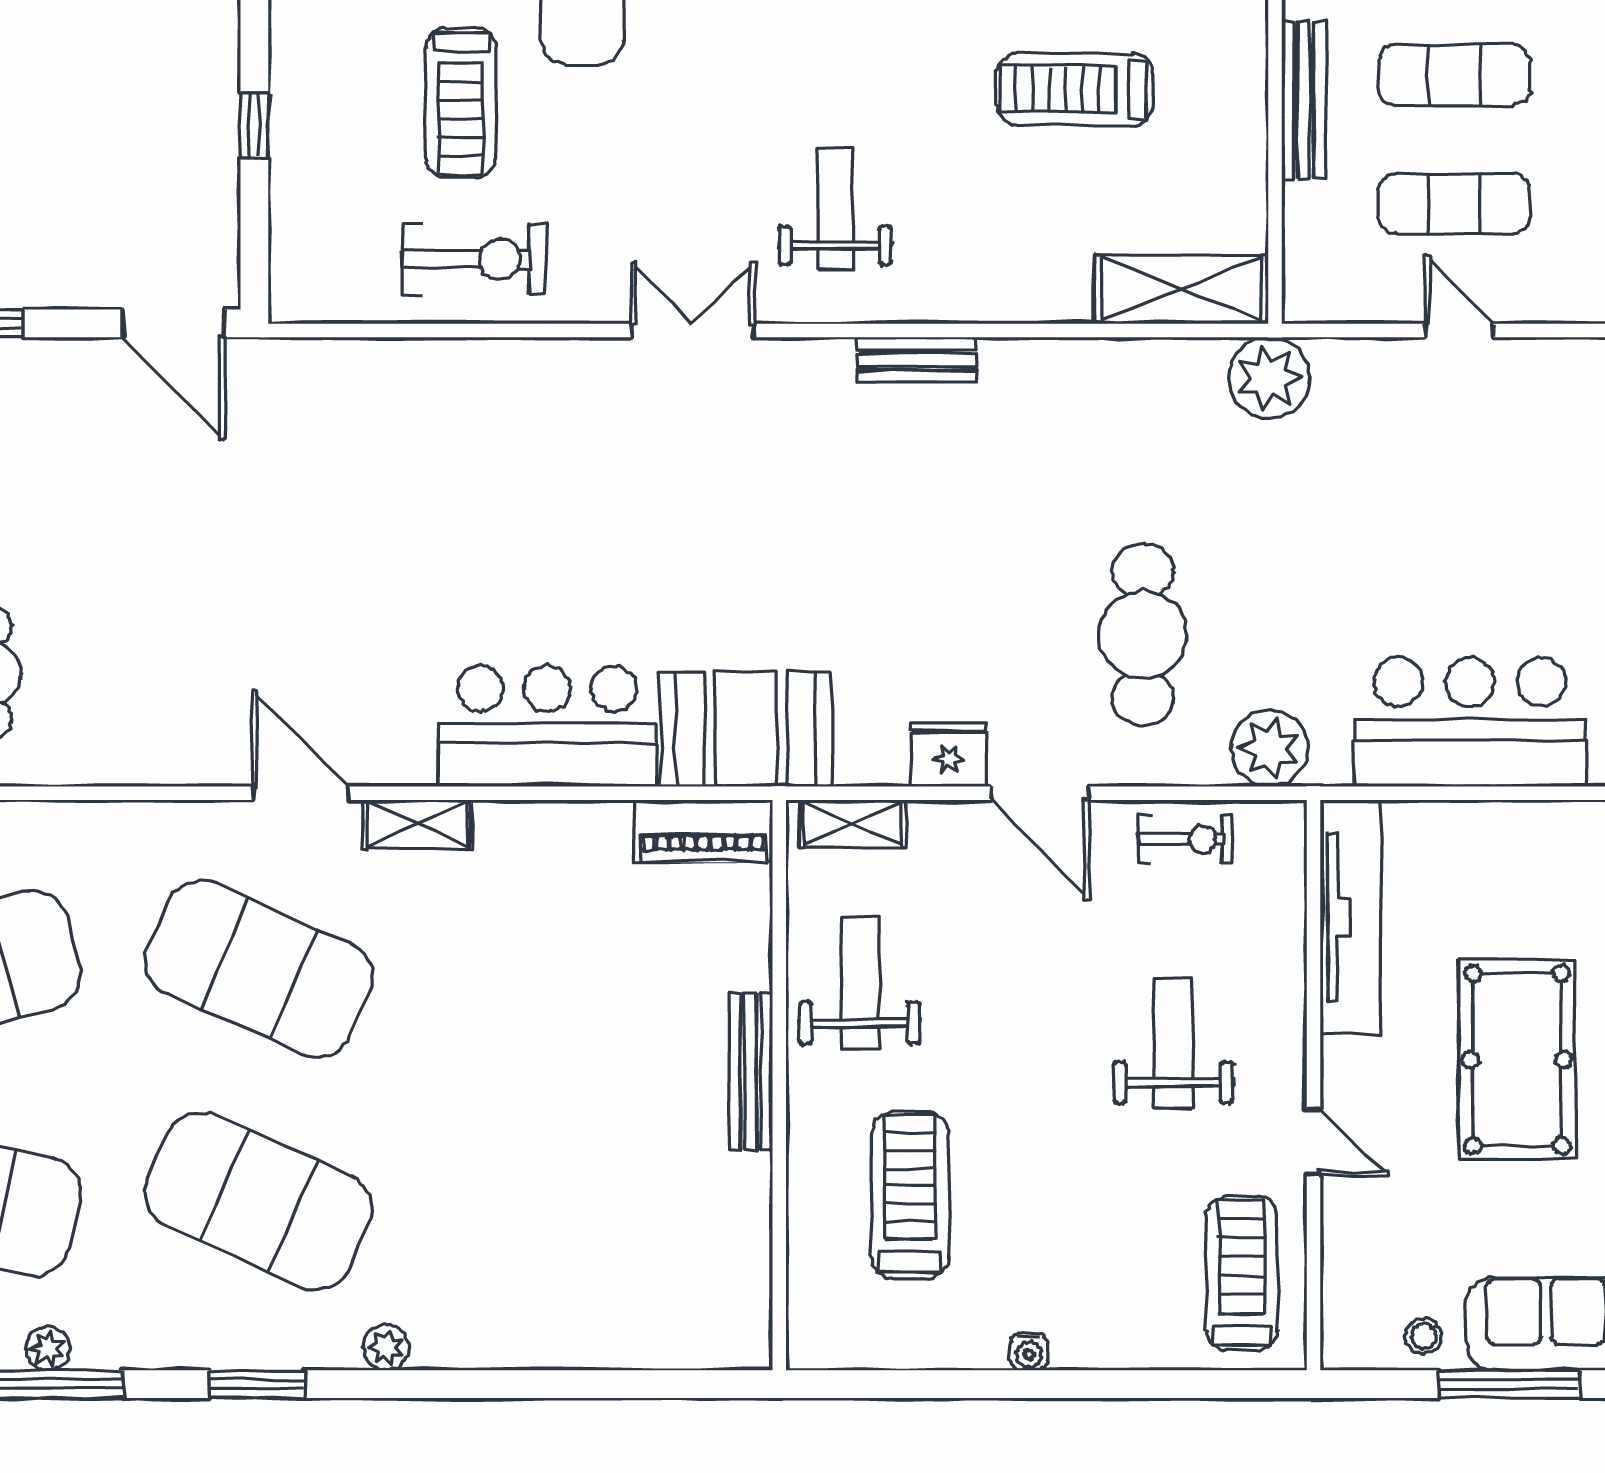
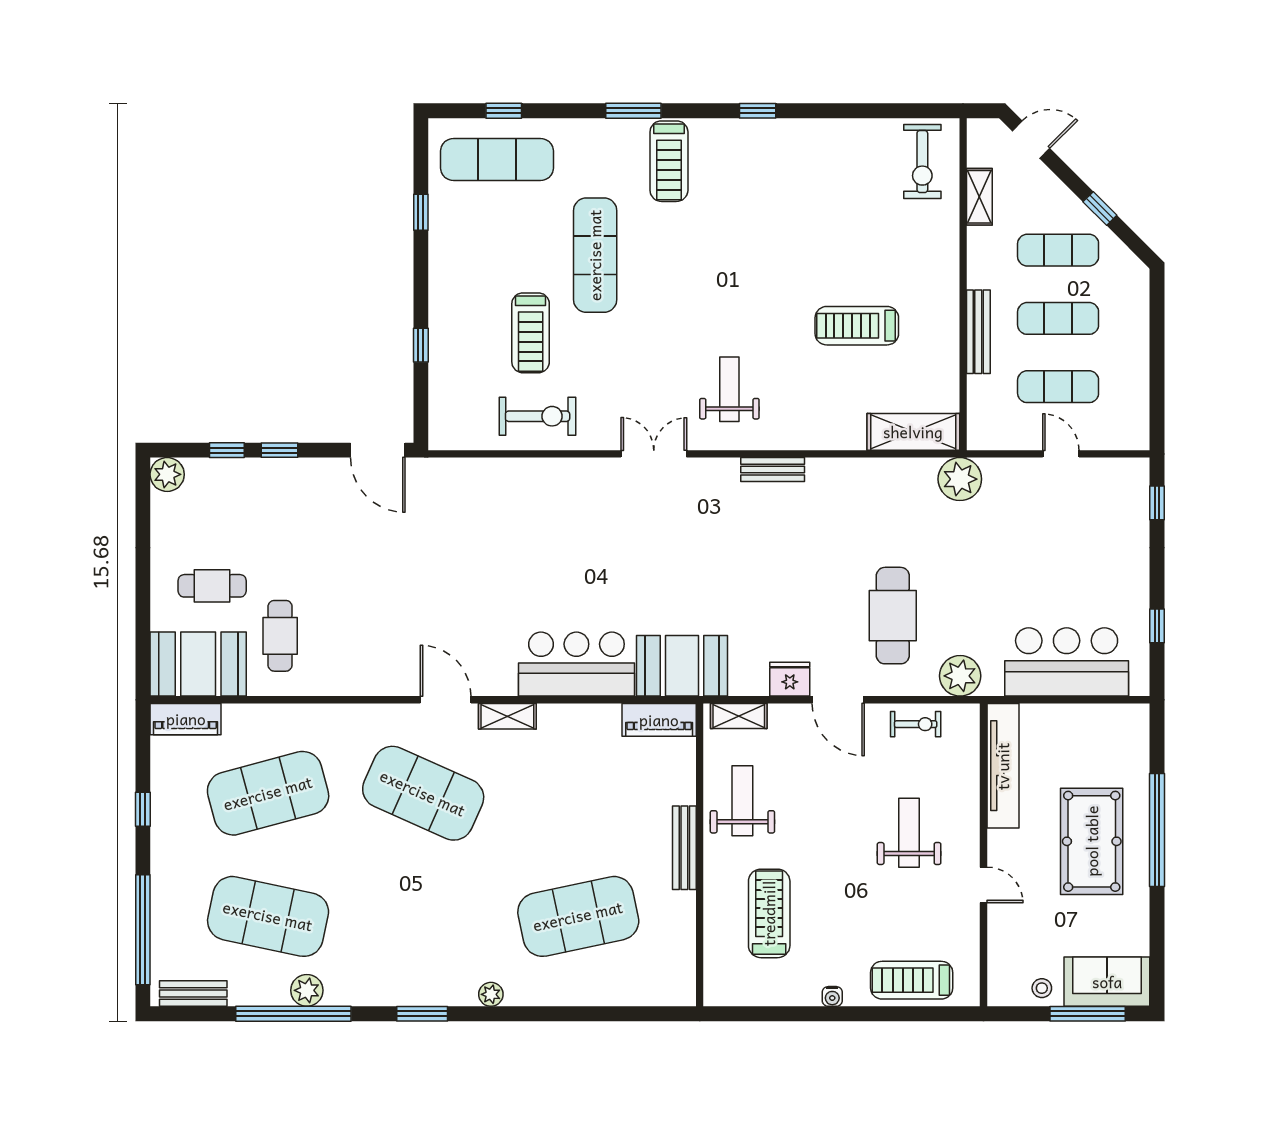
exercise mat: (259, 1201) -> (578, 916), moved, turned -36
treadmill: (1242, 1273) -> (912, 980), moved, turned -90
plant: (48, 1348) -> (307, 990), width x1.38, depth x1.38

